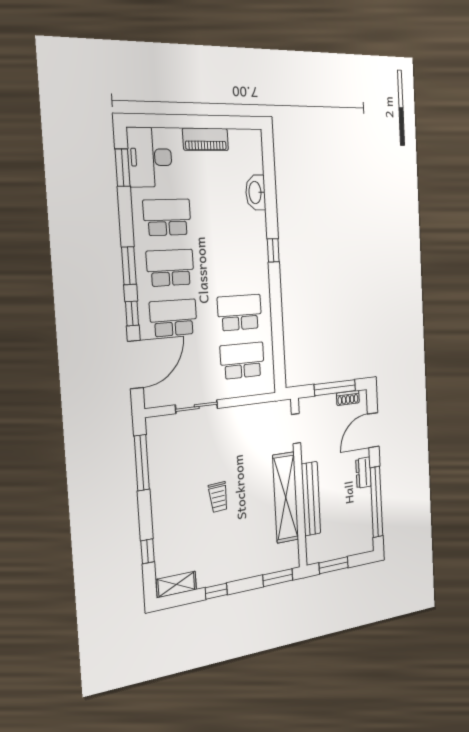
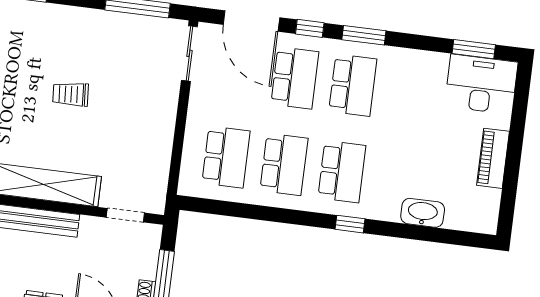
school desk: (167, 217) -> (342, 172), moved
sliding door: (197, 407) -> (189, 53), moved

